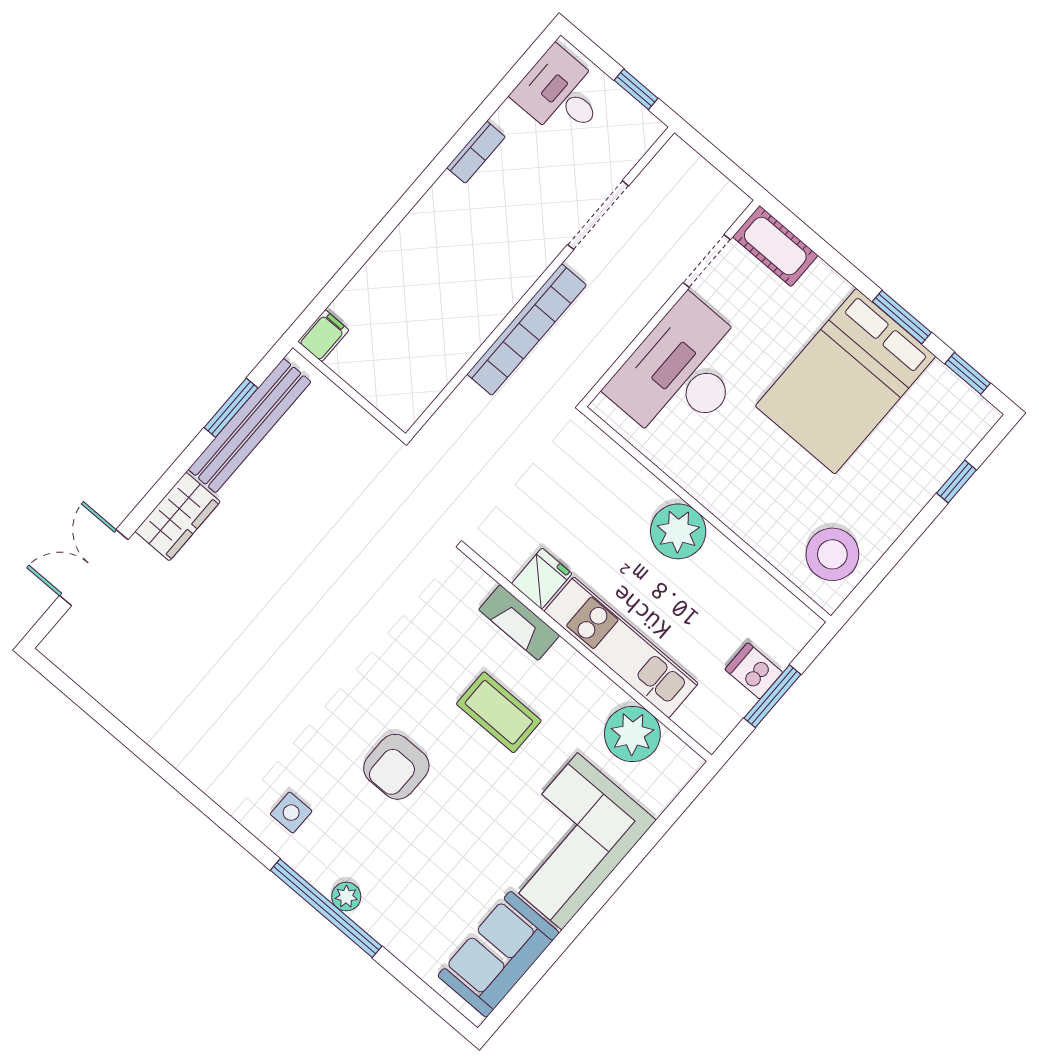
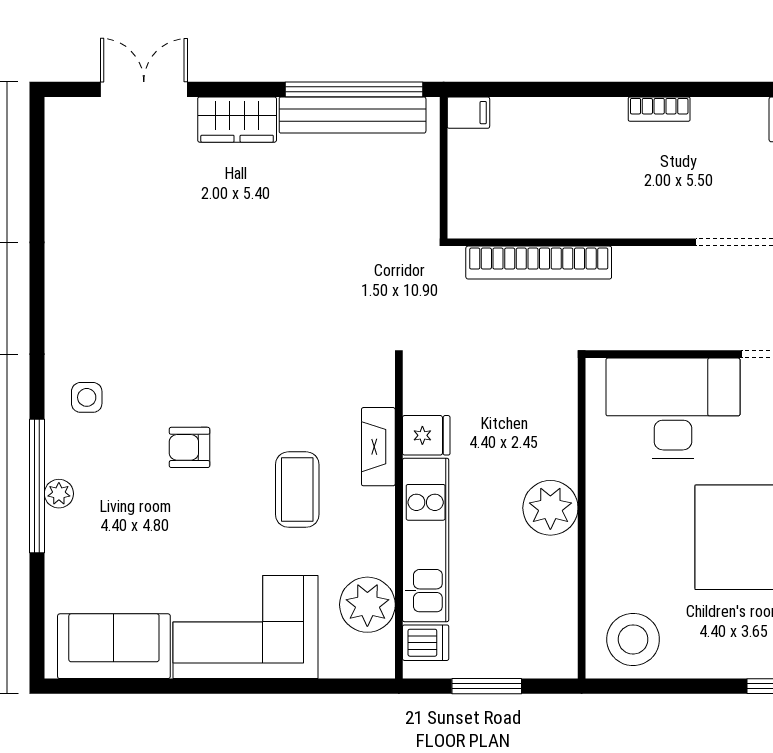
bookcase: (476, 152) -> (659, 109), moved
bookcase: (527, 330) -> (539, 263), moved
window: (231, 408) -> (354, 89), width x2.11
dishwasher: (754, 671) -> (426, 643), moved, turned 90
armchair: (396, 767) -> (190, 447), width x0.72, depth x0.72

